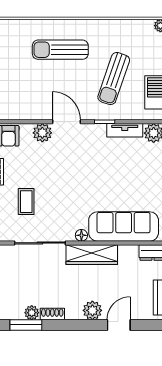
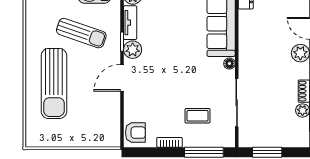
sun lounger: (60, 50) -> (54, 83), width x1.36, depth x1.34
plant: (42, 133) -> (133, 50), moved
wardrobe: (92, 255) -> (248, 54), removed

